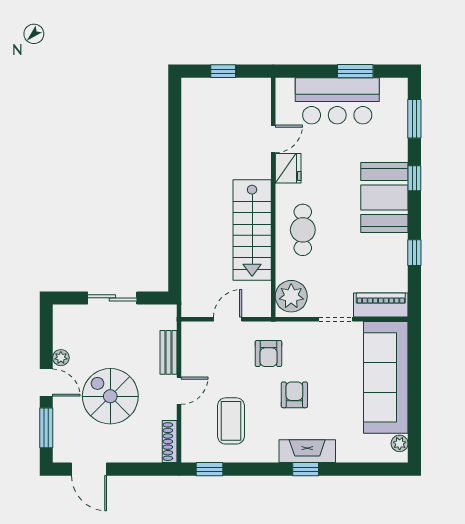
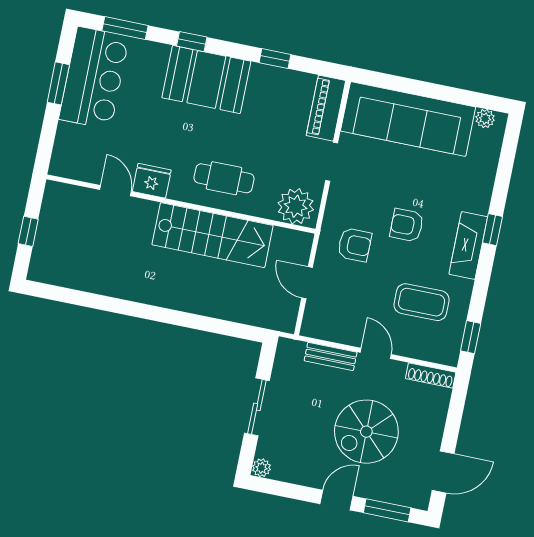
bar counter: (337, 101) -> (94, 78), moved
plant: (61, 358) -> (261, 468), moved
fireplace: (307, 451) -> (468, 245), moved

